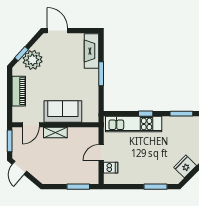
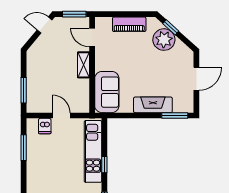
door: (57, 31) -> (196, 79), moved
fireplace: (92, 51) -> (153, 105), moved
window: (101, 74) -> (175, 116), moved
sofa: (63, 111) -> (107, 92), moved
window: (156, 187) -> (24, 148), moved

